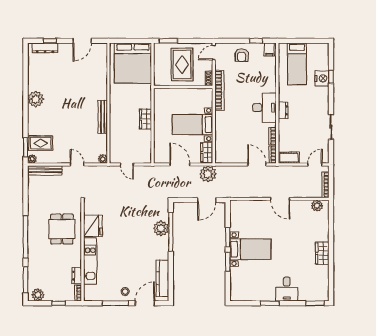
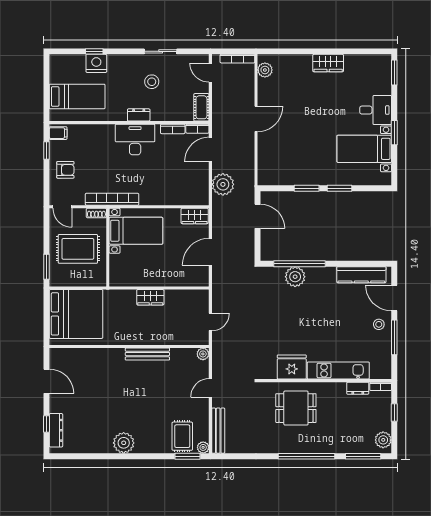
stool: (308, 120) -> (152, 82), added
bed with nightstands: (193, 125) -> (136, 231), moved, turned -90
plant: (208, 174) -> (223, 184), moved
bed with nightstands: (250, 249) -> (364, 149), moved, turned -90

